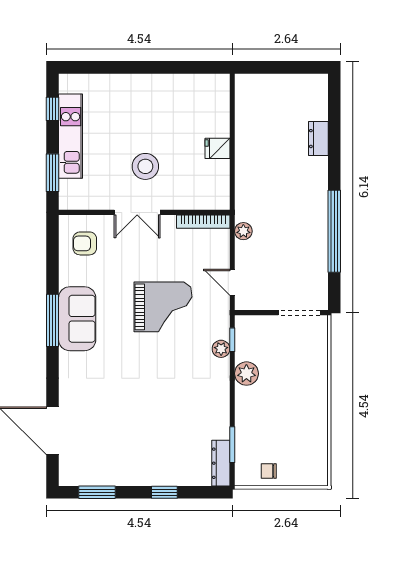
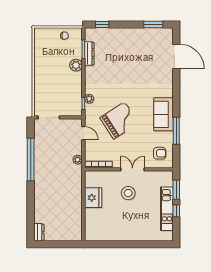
window: (52, 109) -> (176, 211), moved
dresser: (318, 139) -> (39, 232), moved
fridge: (217, 148) -> (93, 198), width x1.88, depth x1.34
grand piano: (163, 307) -> (119, 120), turned 147
window: (52, 320) -> (176, 131), moved
plant: (246, 374) -> (76, 65), moved
dresser: (221, 463) -> (89, 54), moved
window: (164, 492) -> (102, 25), moved

